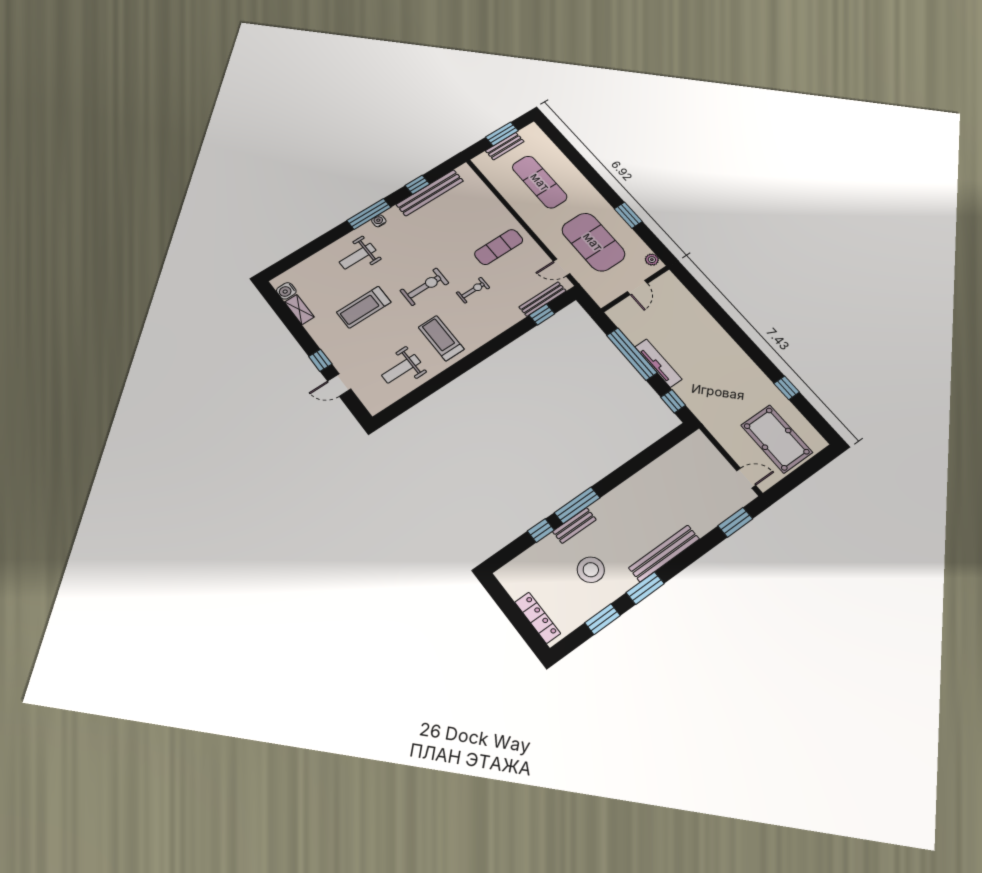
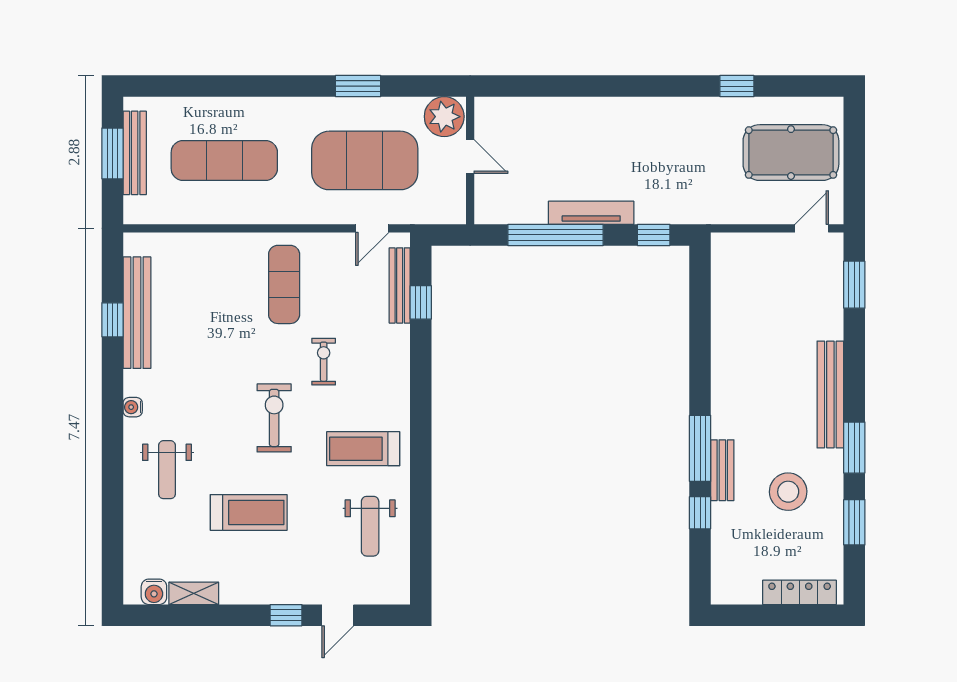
bench: (505, 146) -> (135, 153), width x1.36
window: (369, 214) -> (112, 413), removed
plant: (652, 260) -> (444, 117), width x1.88, depth x1.88
treadmill: (364, 307) -> (249, 512), turned -90

